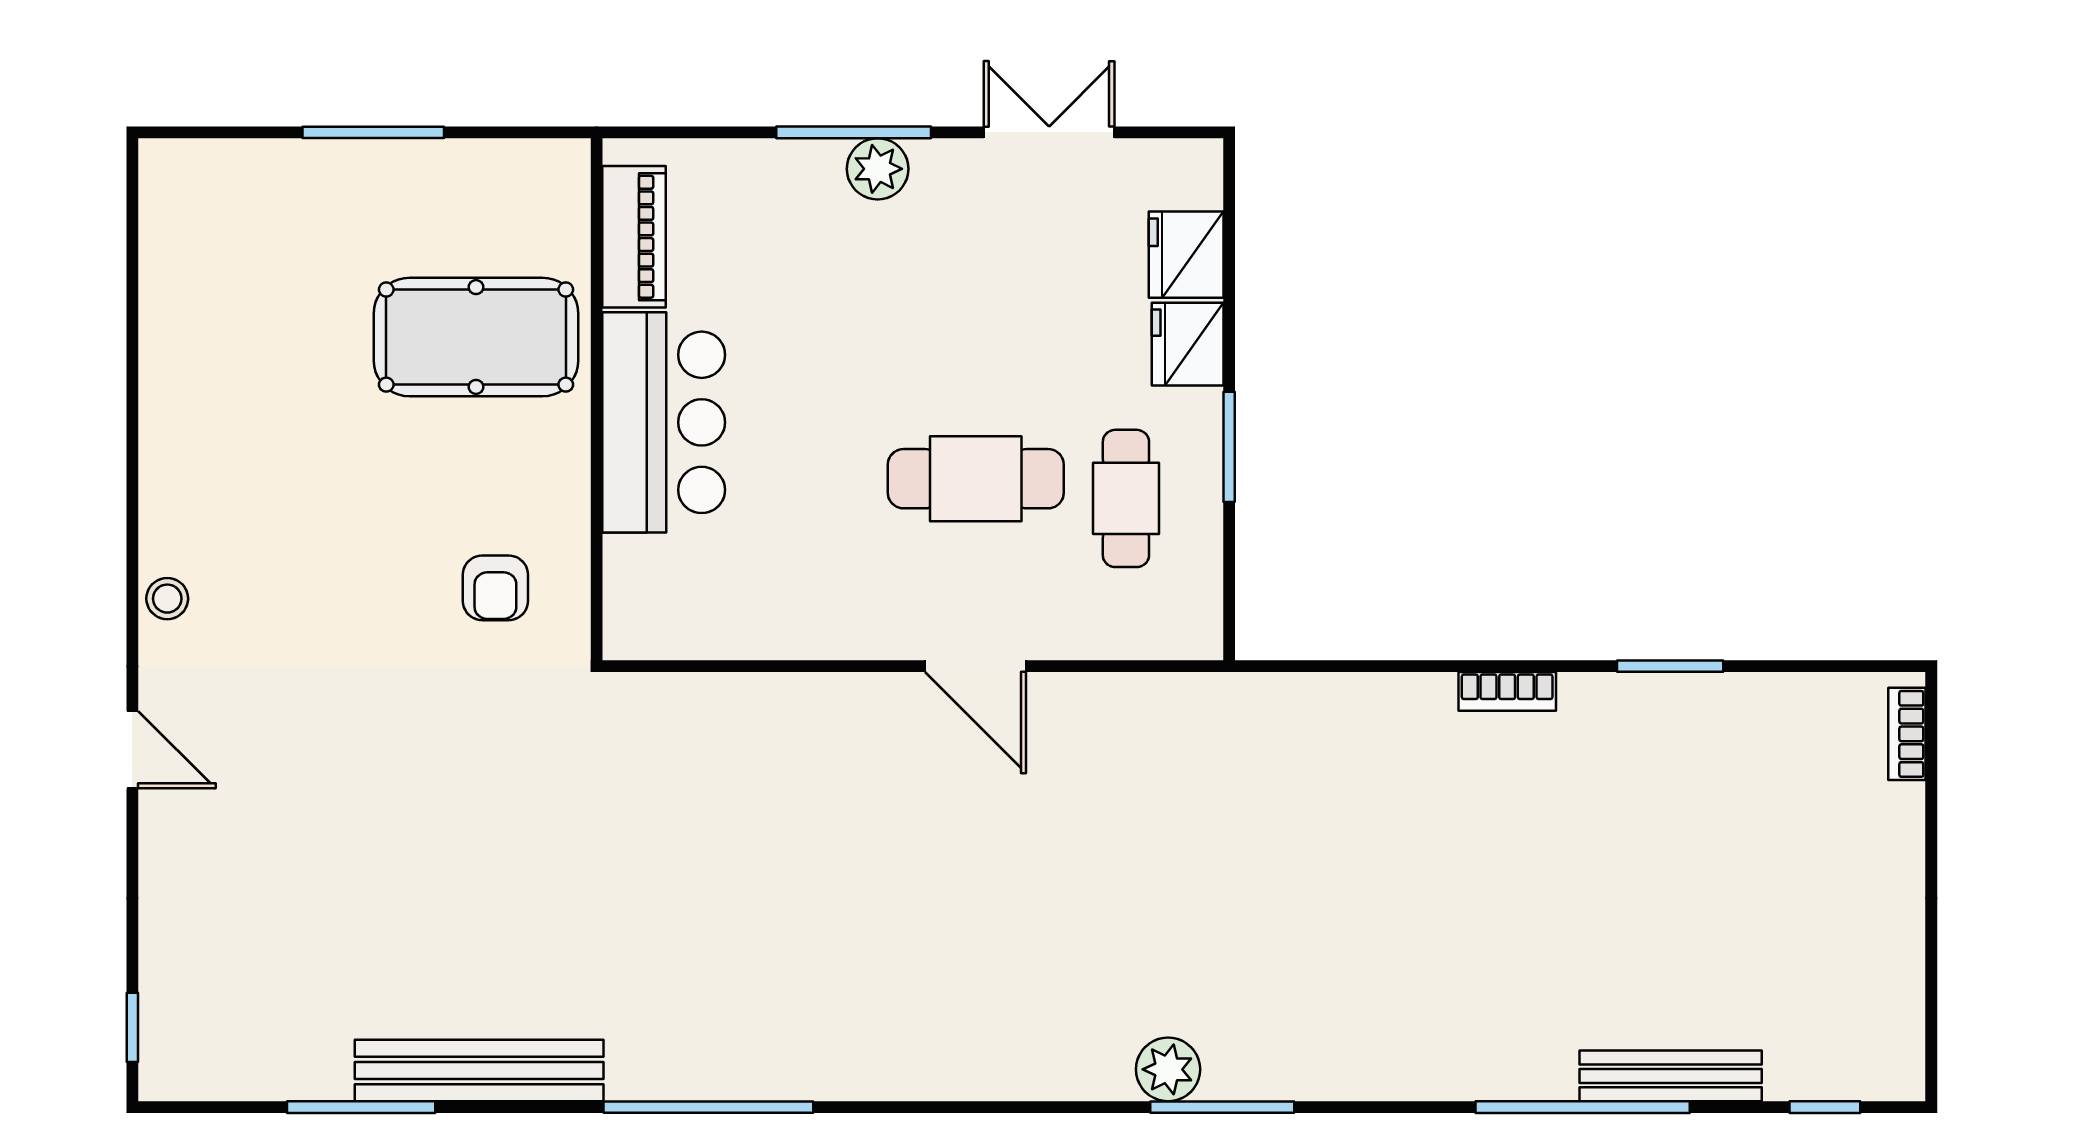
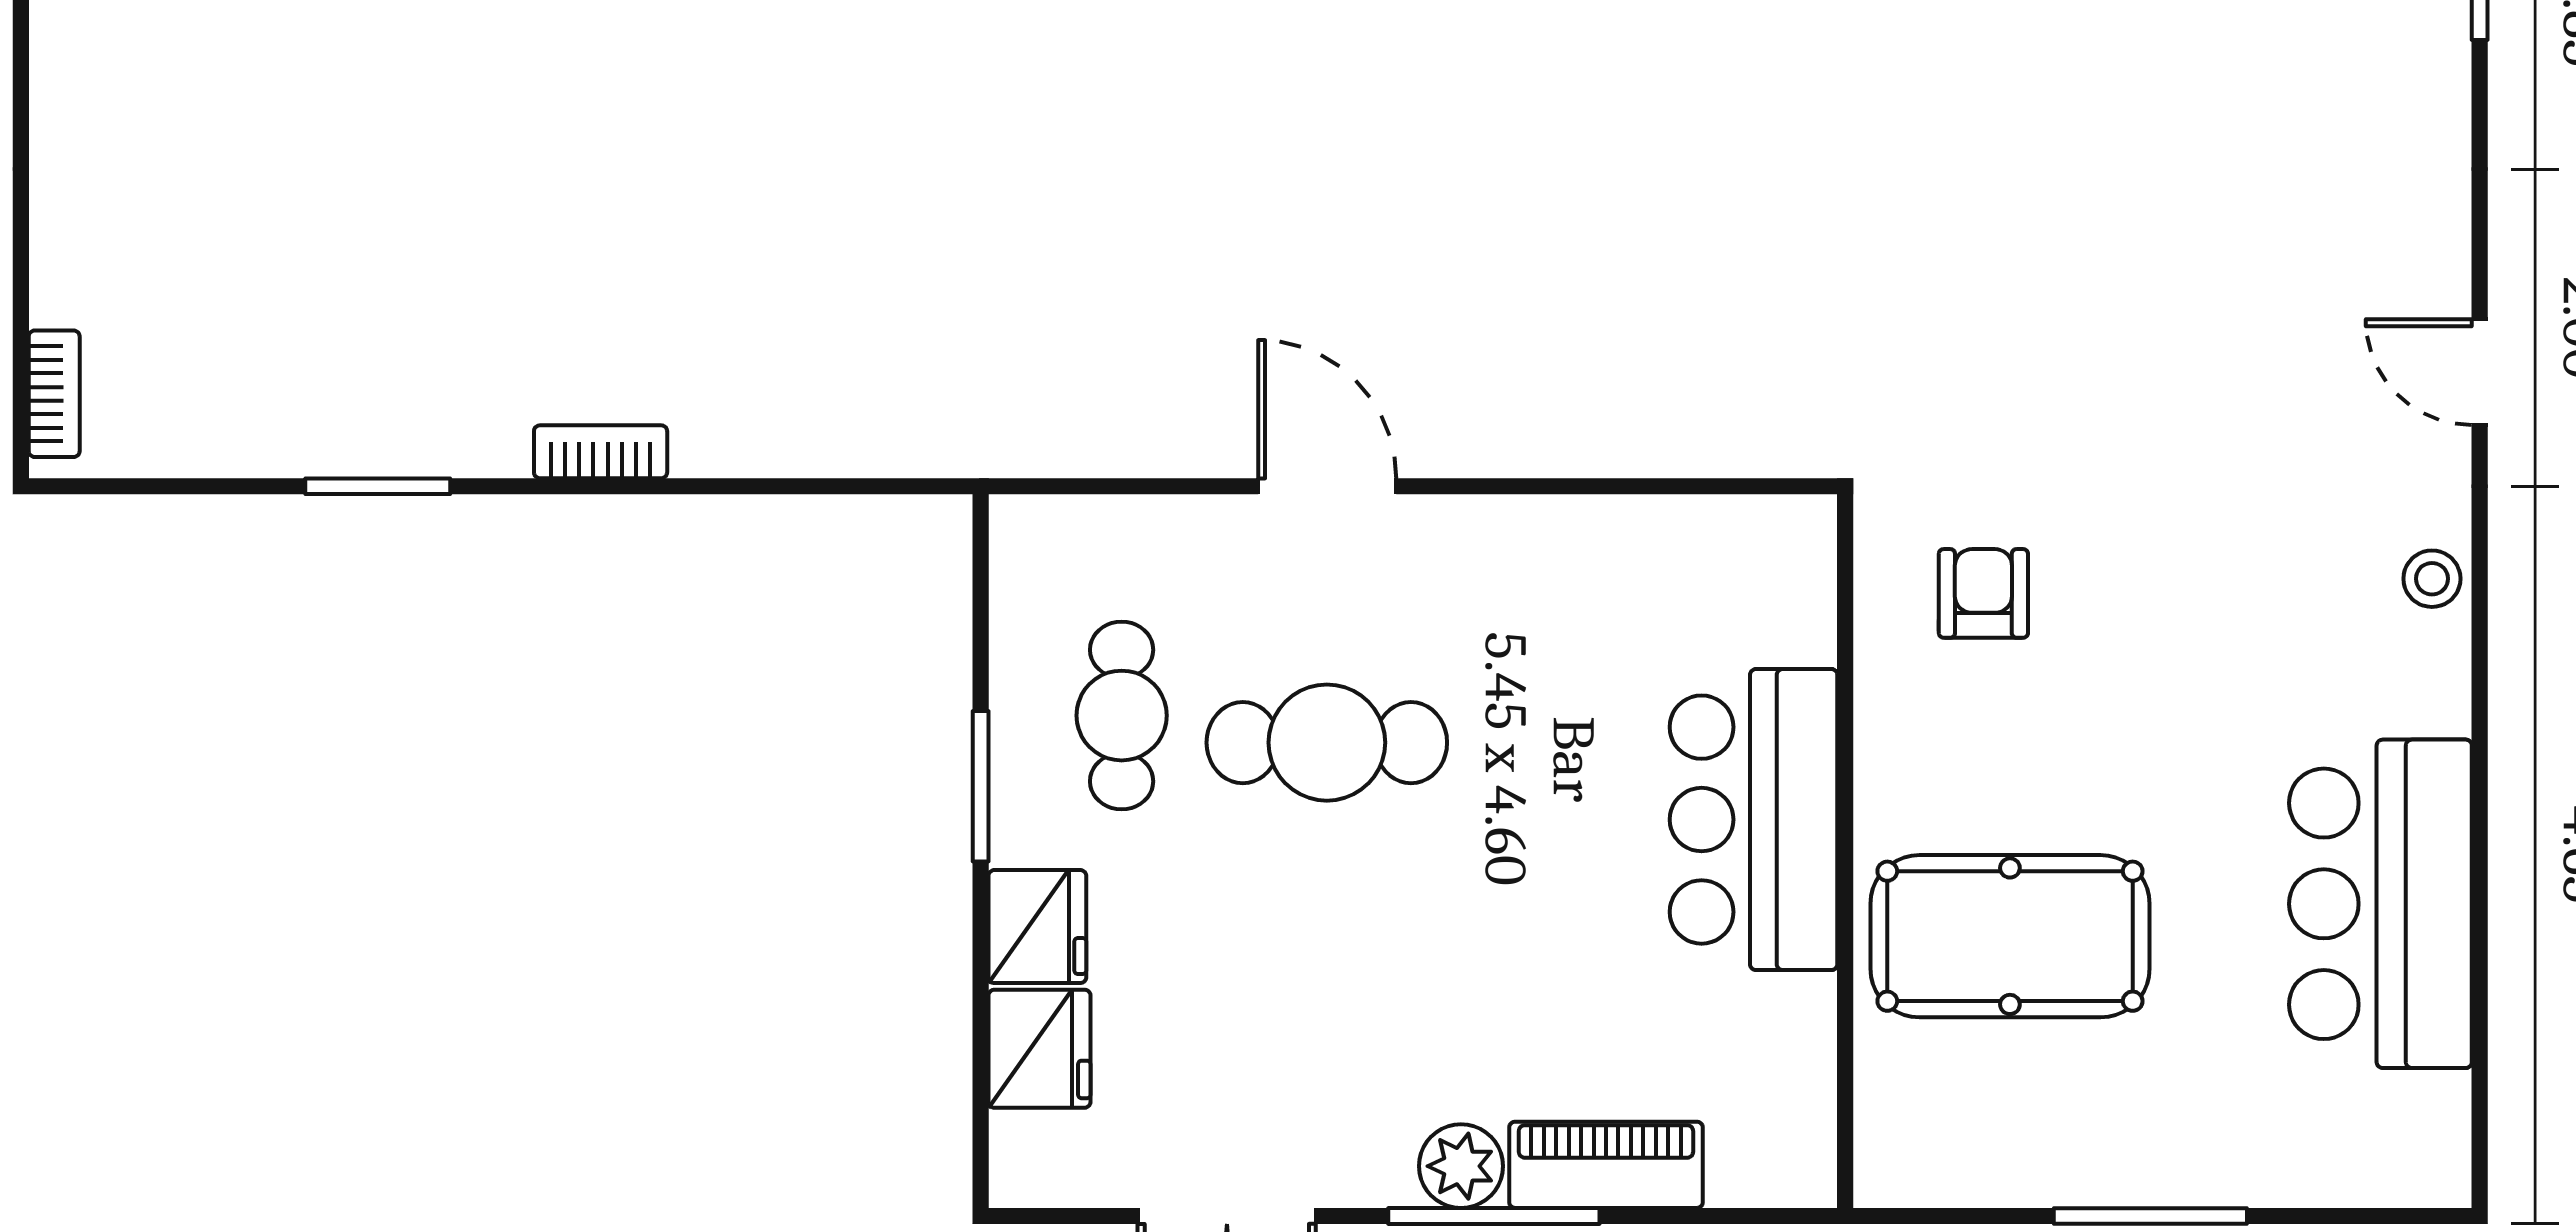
piano: (634, 237) -> (1606, 1165), moved, turned 90
bar counter: (205, 361) -> (2380, 904), added

